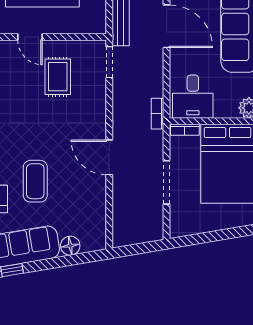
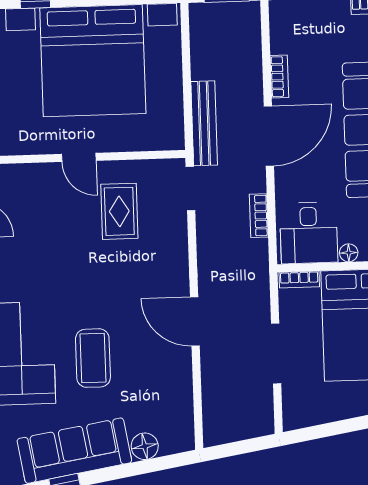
door: (167, 26) -> (269, 136), hinge flipped
floor lamp: (221, 112) -> (349, 253), added
bookcase: (157, 114) -> (259, 216), moved

